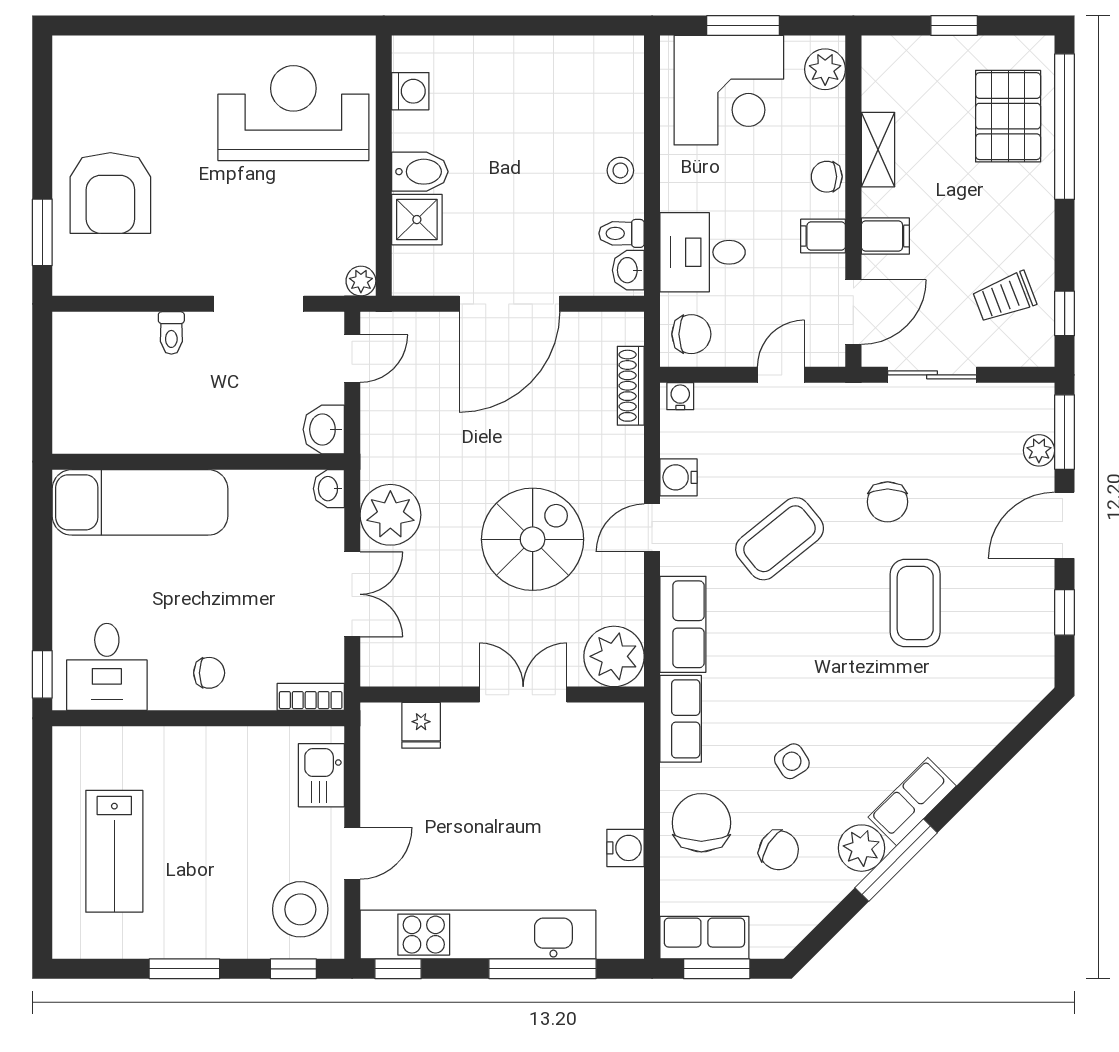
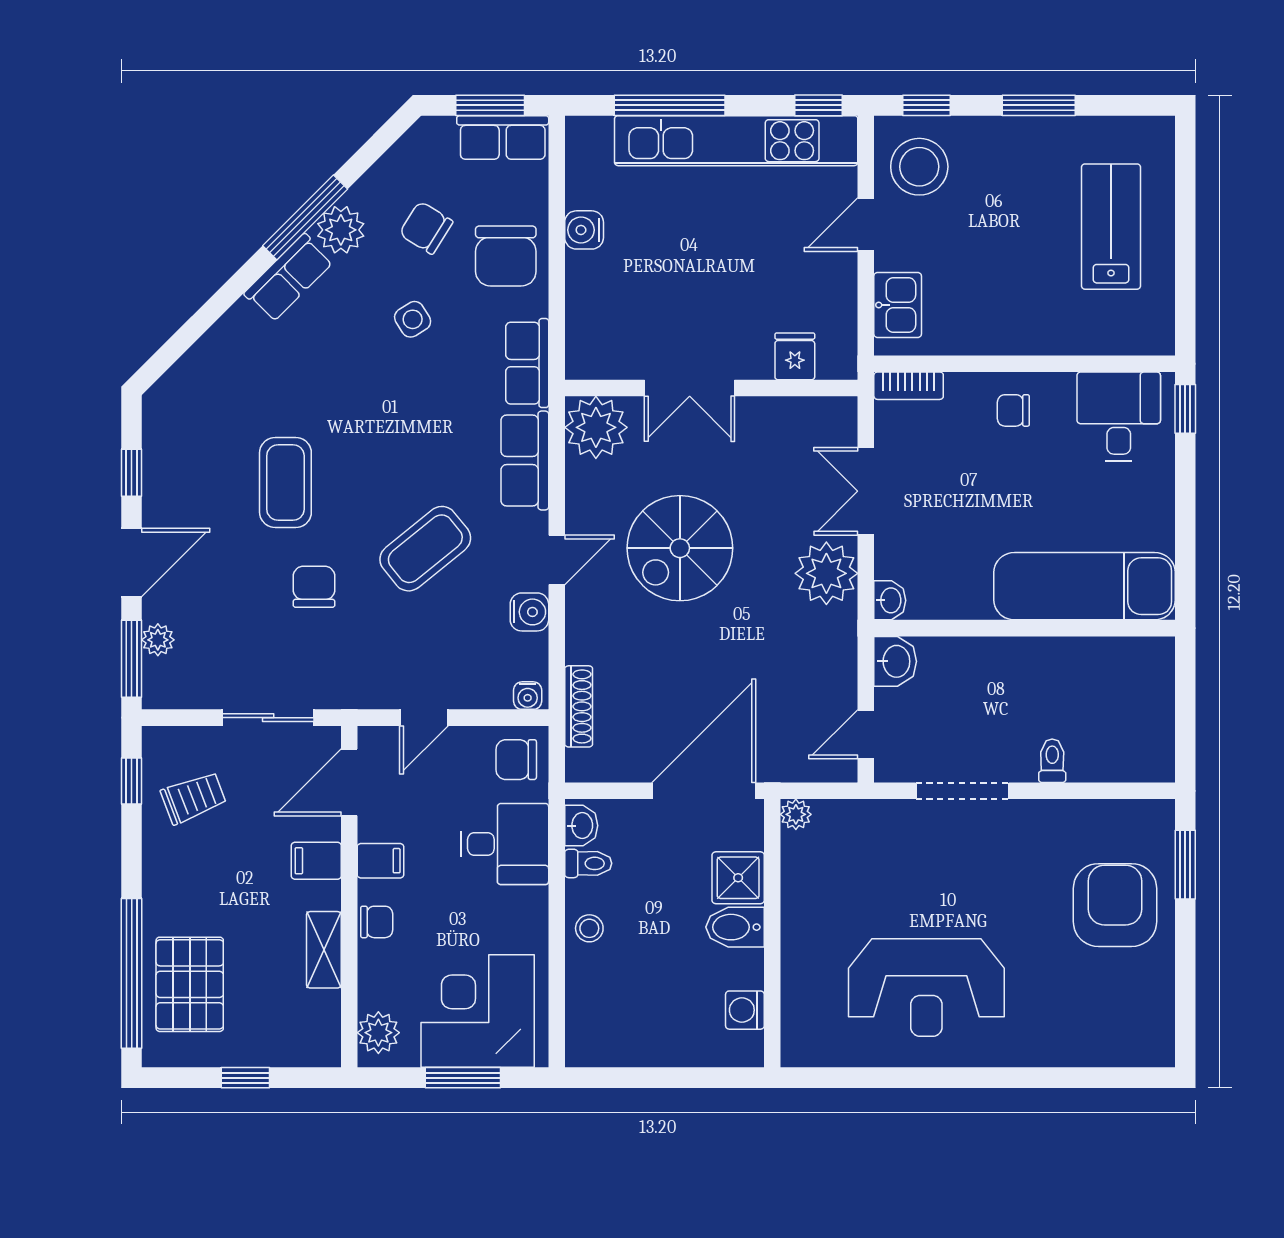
washing machine: (410, 91) -> (745, 1010), moved
wall: (384, 166) -> (772, 933), moved
bidet: (420, 172) -> (735, 927), moved
shower: (417, 220) -> (738, 878), moved
plant: (361, 281) -> (796, 814), moved

